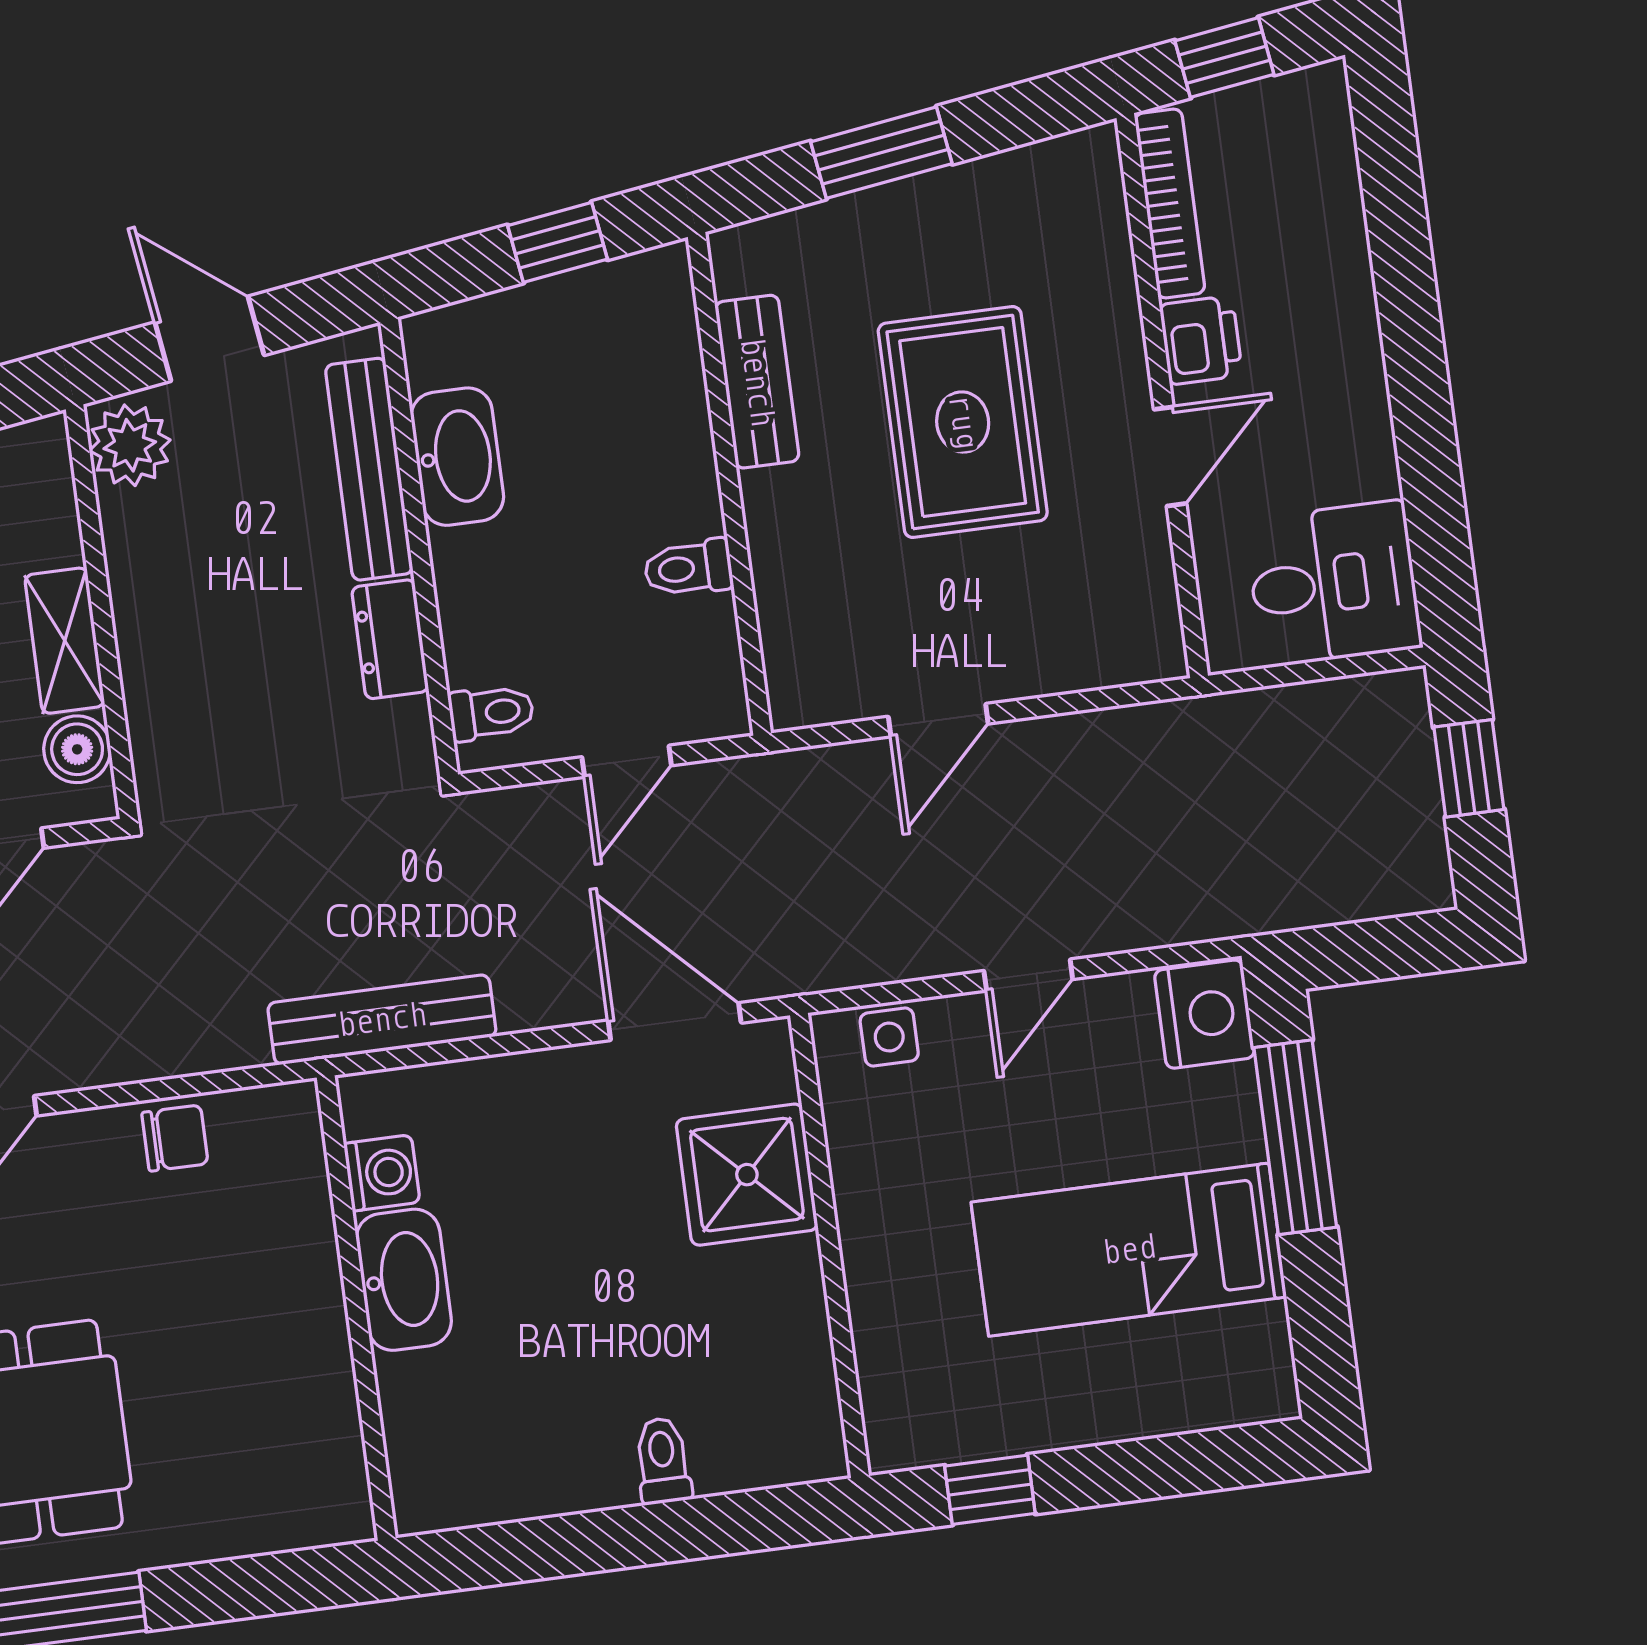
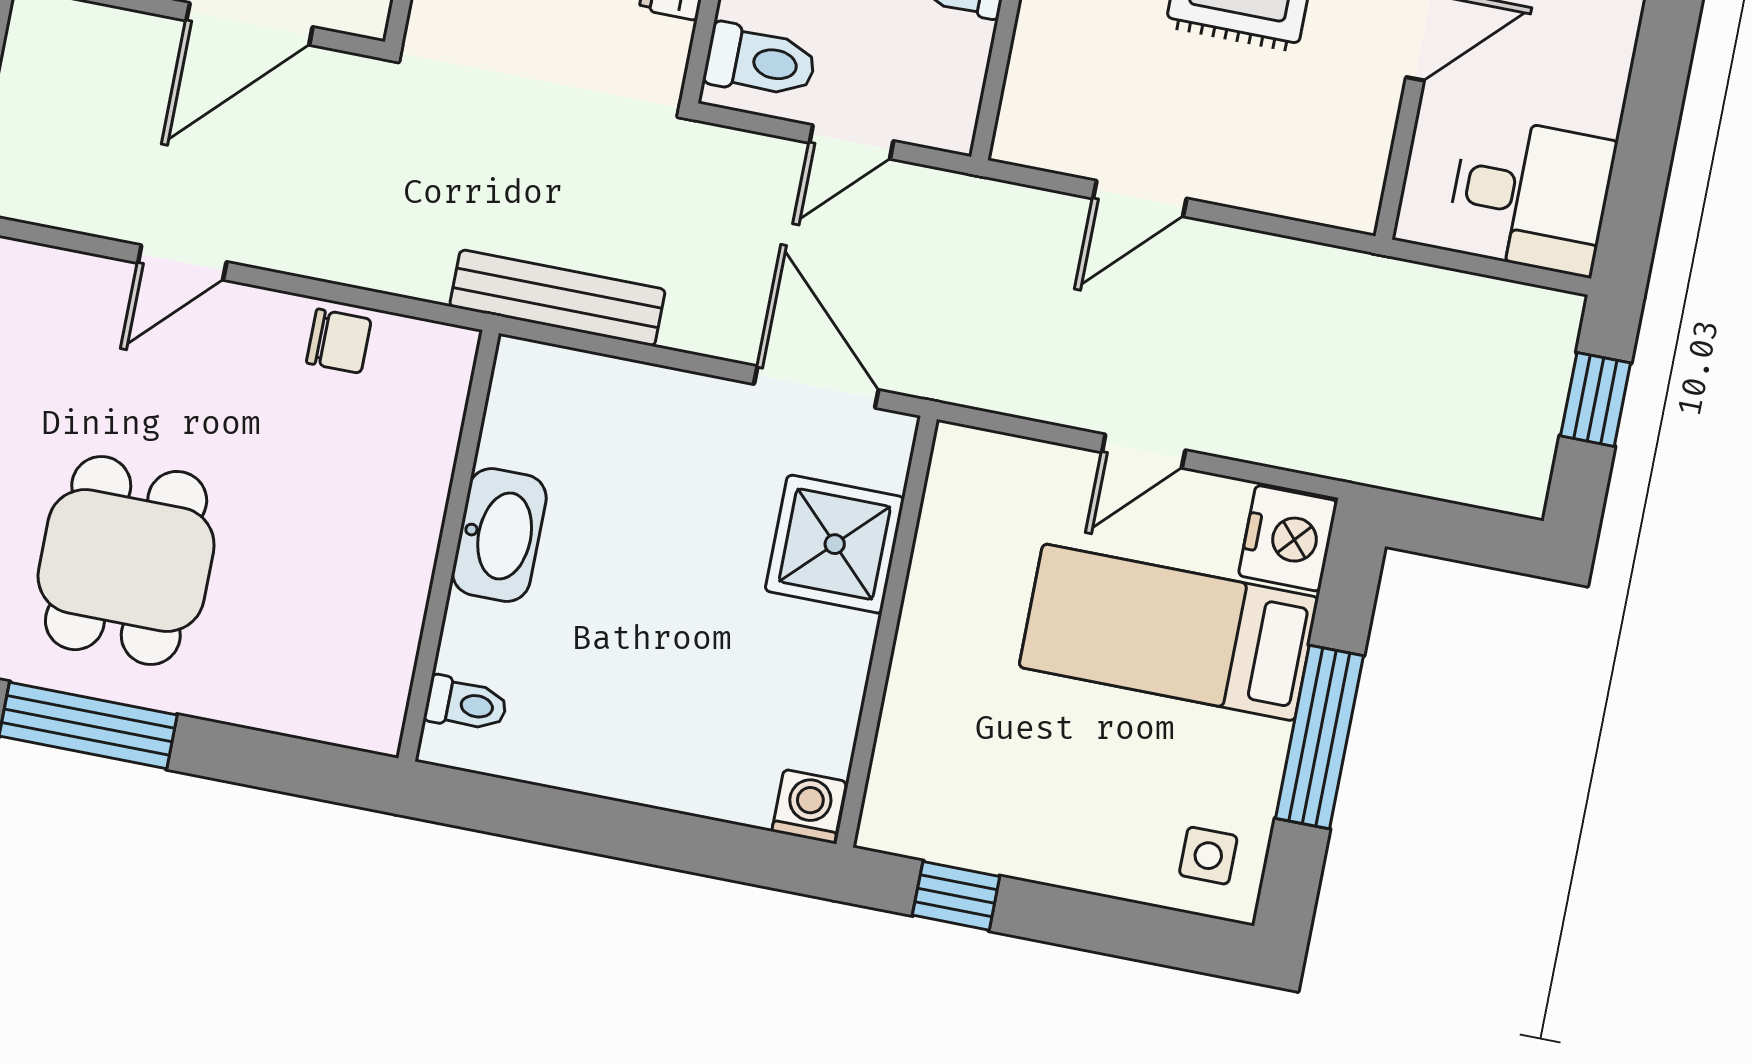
toilet: (491, 713) -> (760, 61), width x1.37, depth x1.39
side table: (889, 1037) -> (1208, 856), moved
window: (1295, 1137) -> (1319, 737), moved
washing machine: (382, 1173) -> (809, 806), moved, turned -90
bed: (1129, 1250) -> (1169, 632), moved
toilet: (663, 1461) -> (466, 704), moved, turned 90

